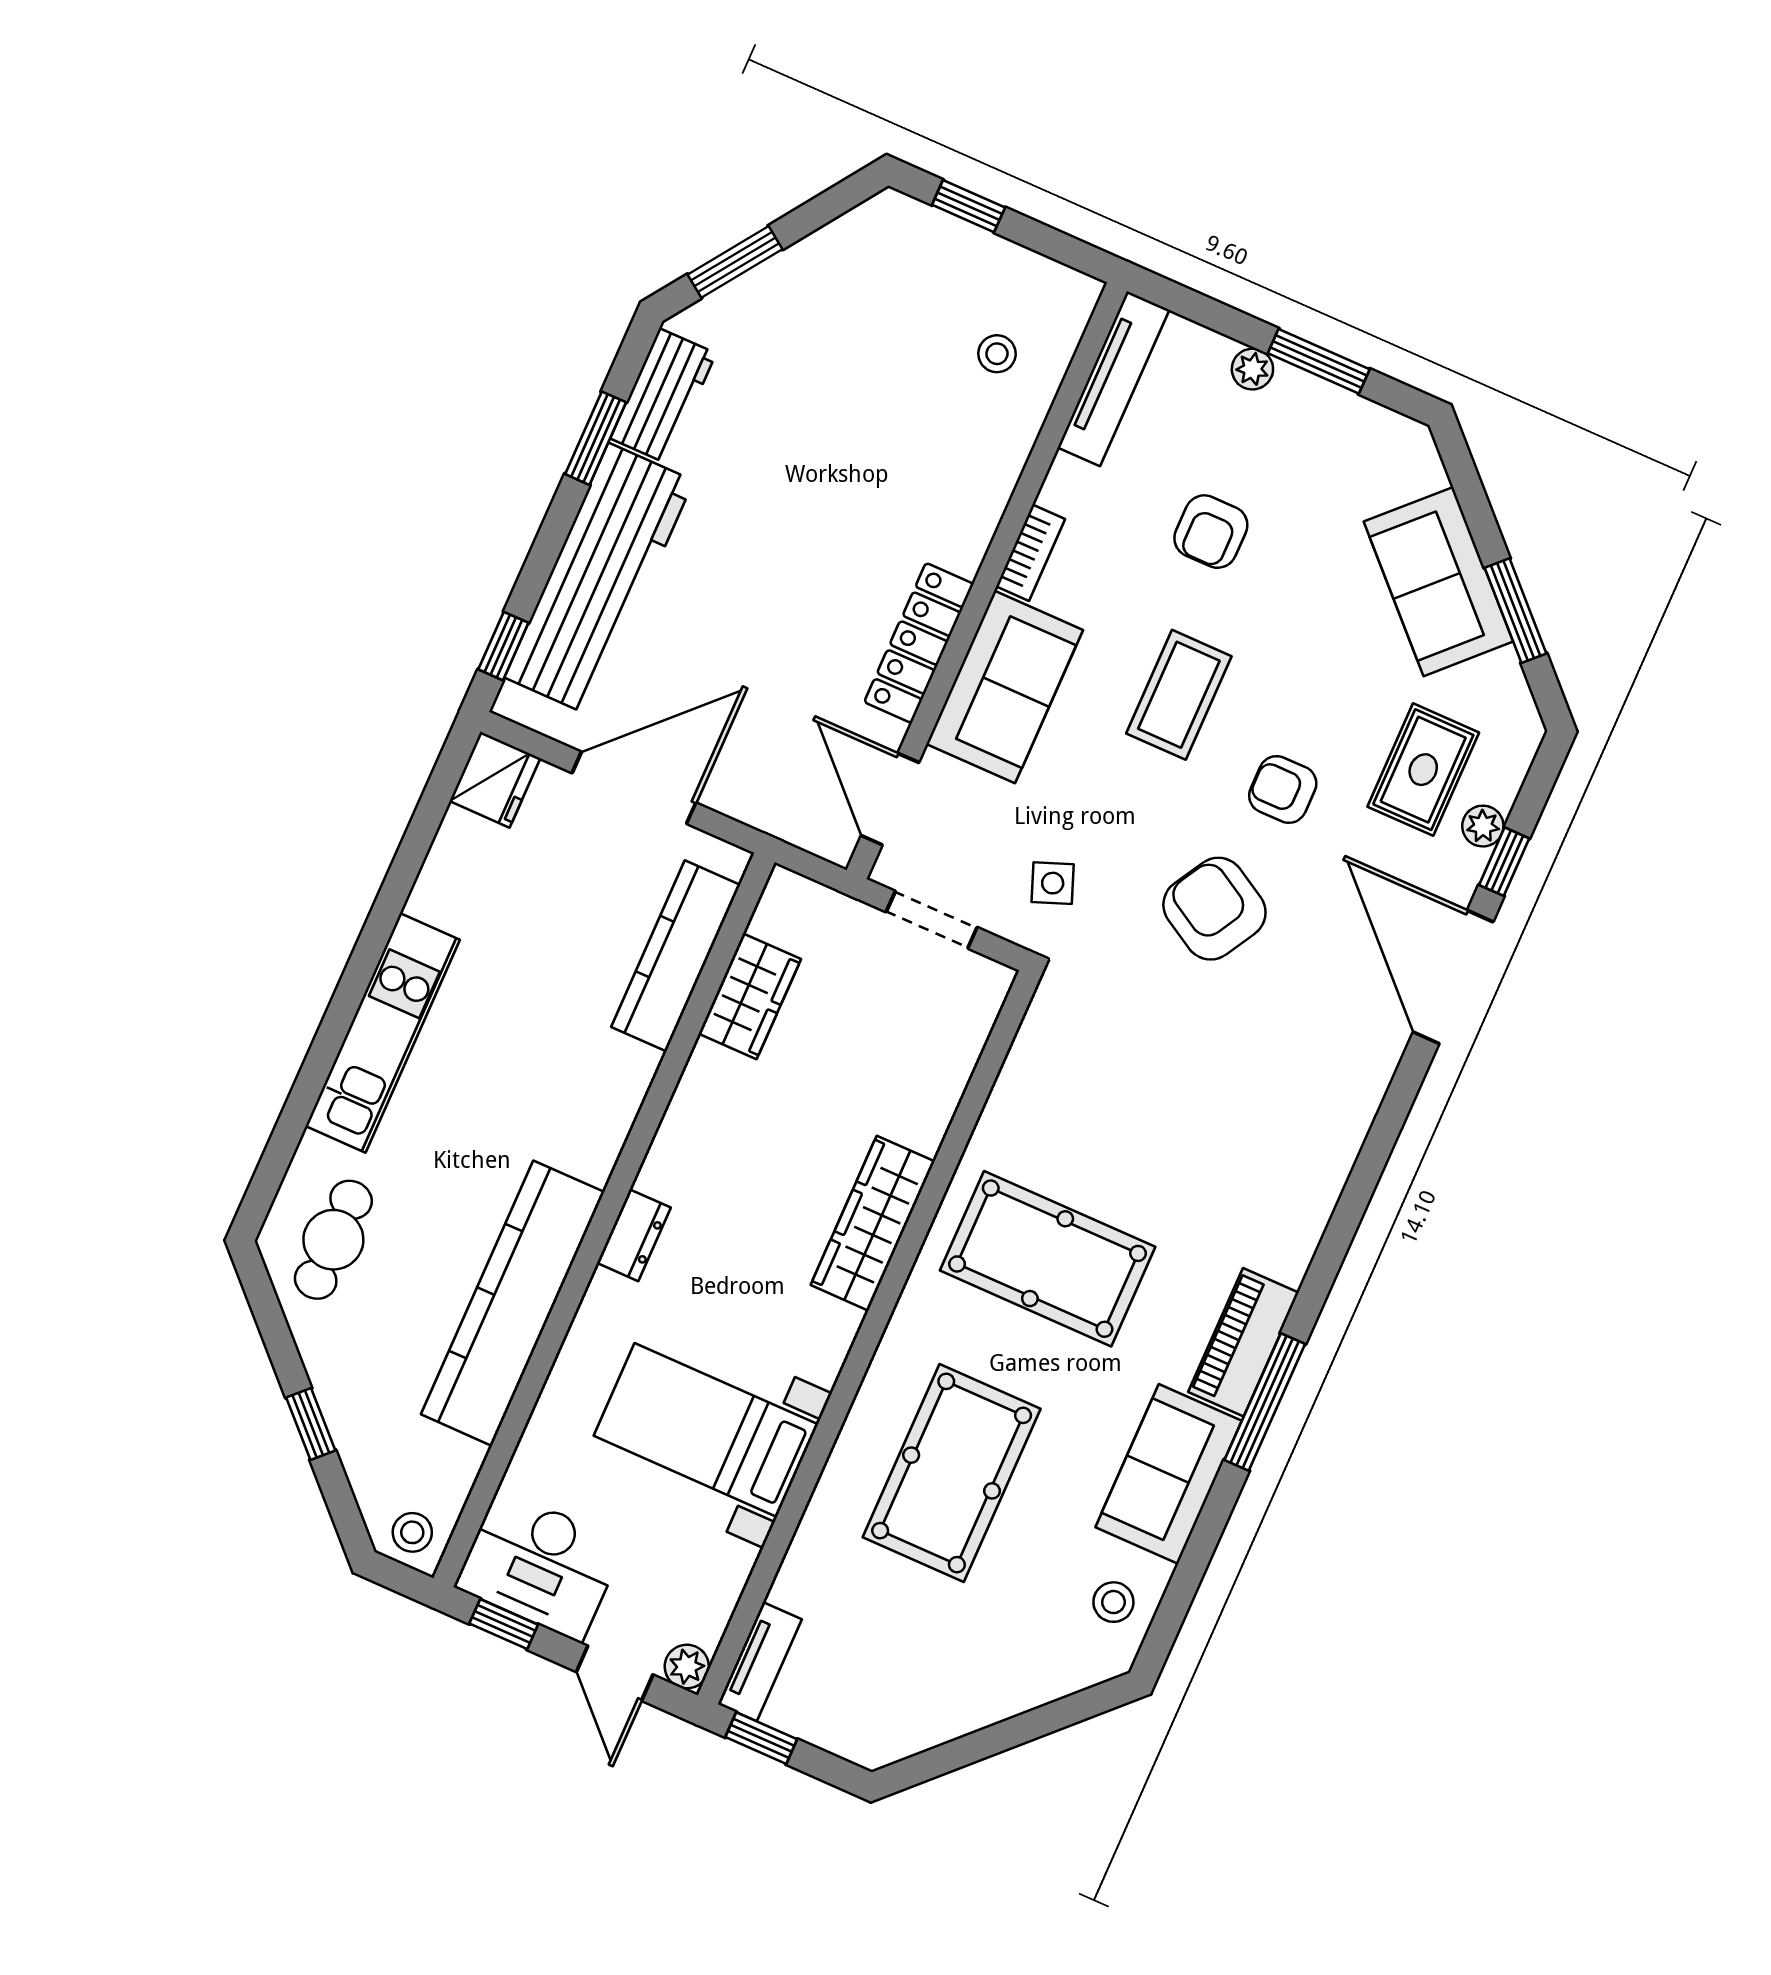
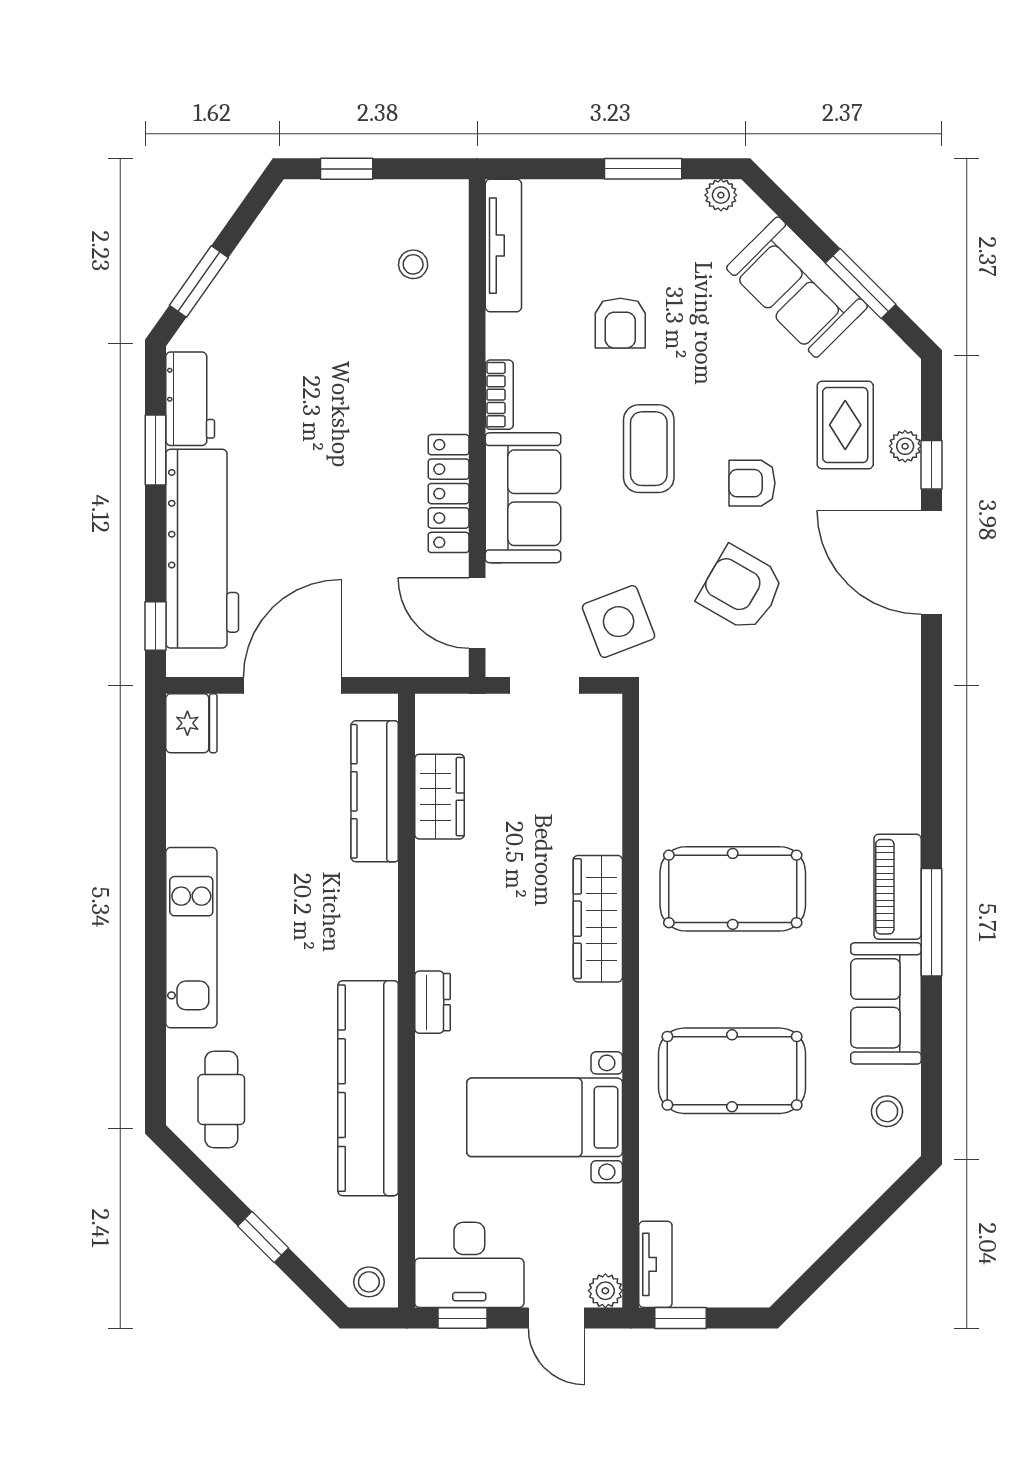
plant: (1252, 369) -> (721, 195), moved
side table: (1053, 883) -> (619, 622), width x1.87, depth x1.87
pool table: (952, 1473) -> (732, 1071), turned 90

